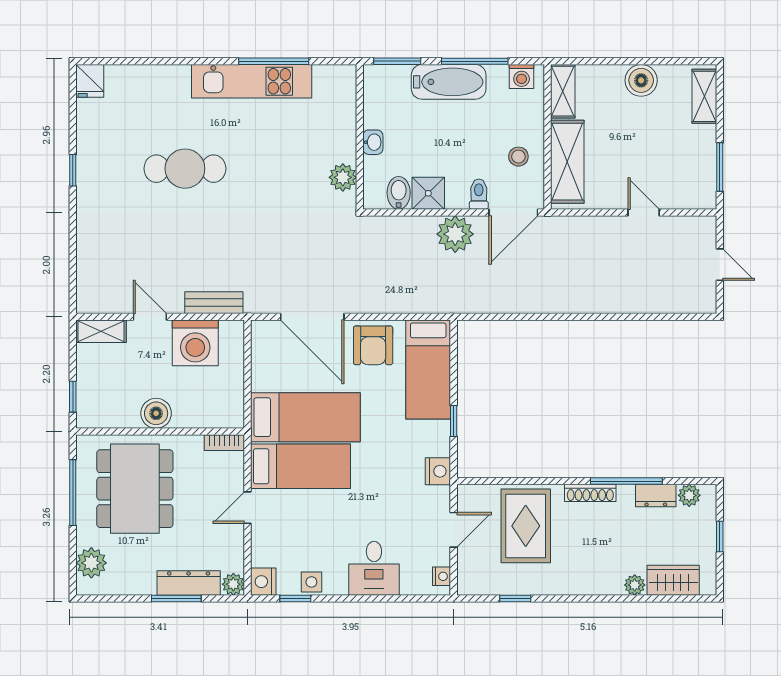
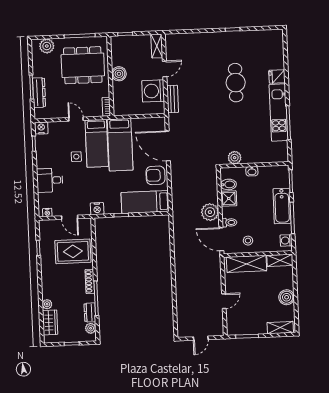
fridge: (90, 81) -> (277, 76), moved
door: (312, 317) -> (168, 146), hinge flipped
side table: (311, 582) -> (76, 157), moved
plant: (233, 584) -> (39, 114), removed

